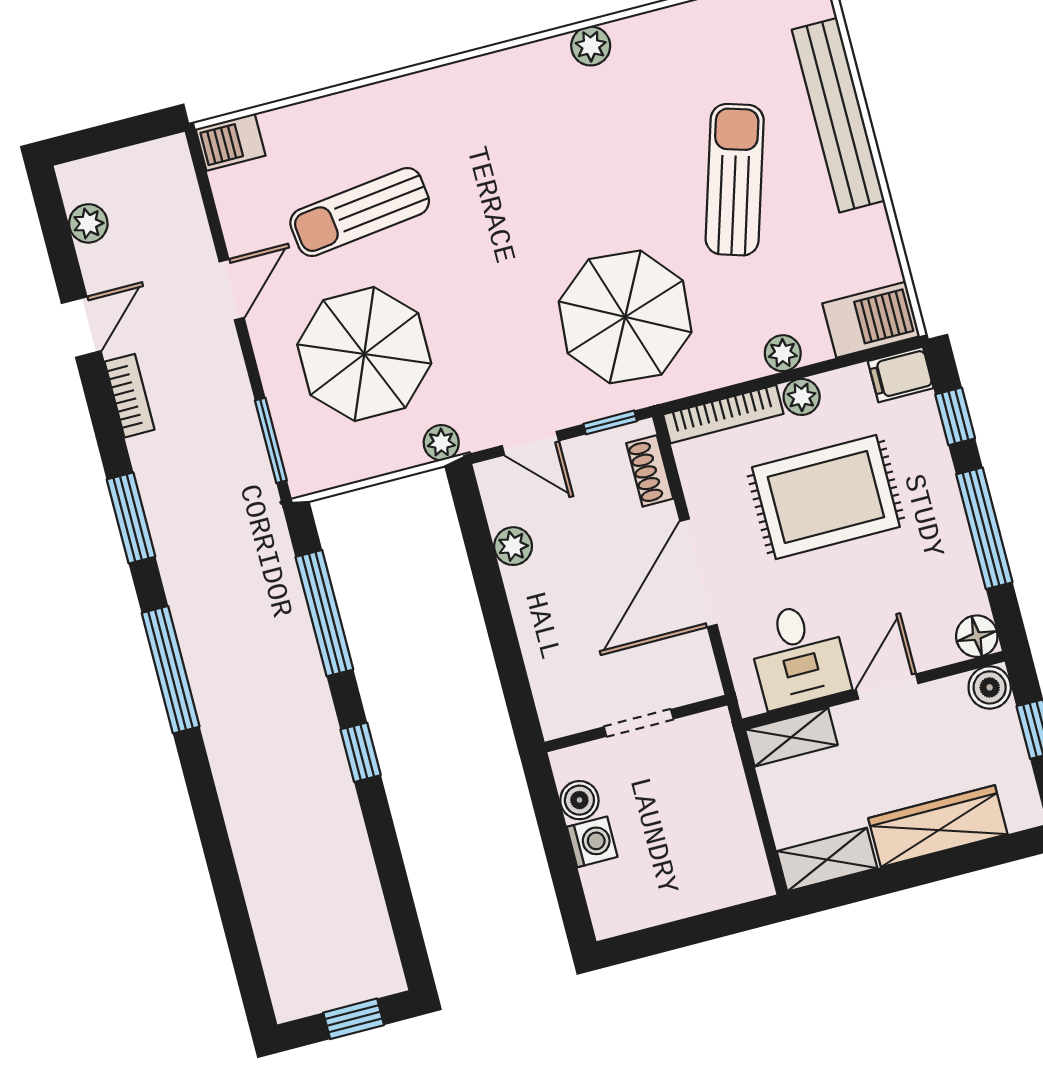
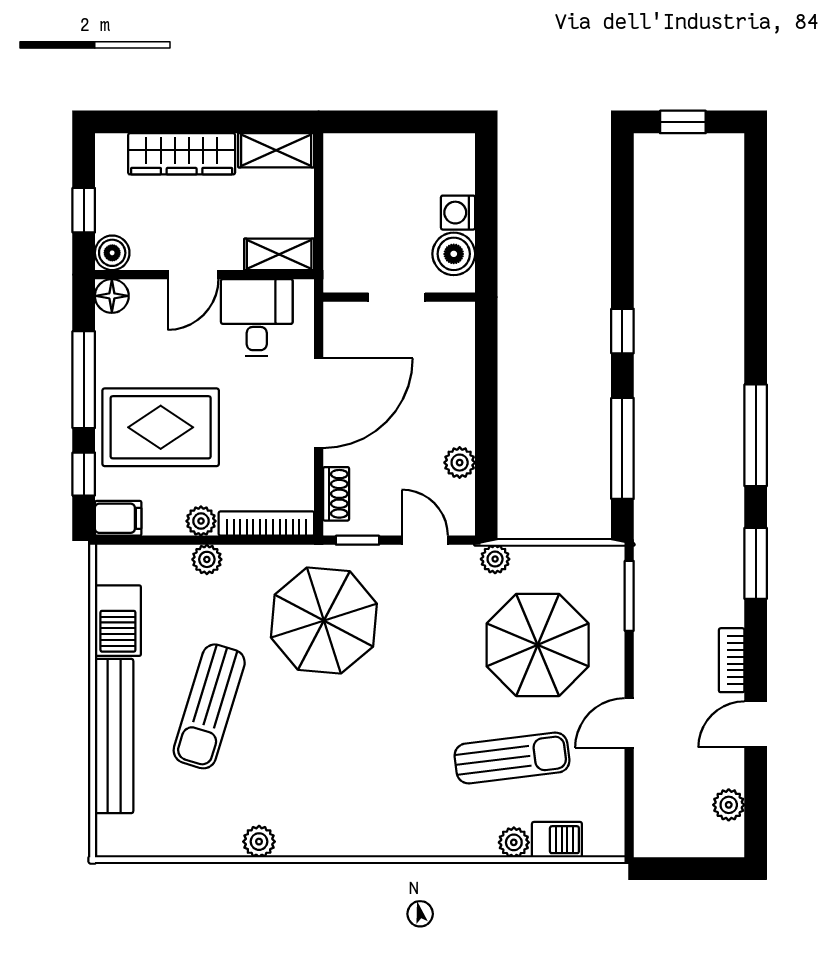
plant: (591, 46) -> (259, 842), moved
plant: (332, 113) -> (514, 842), added
barbecue: (231, 142) -> (557, 840), moved
barbecue: (871, 320) -> (118, 621), moved, turned -90
rug: (826, 497) -> (161, 427), moved
boiler: (579, 800) -> (454, 254), width x1.36, depth x1.36

